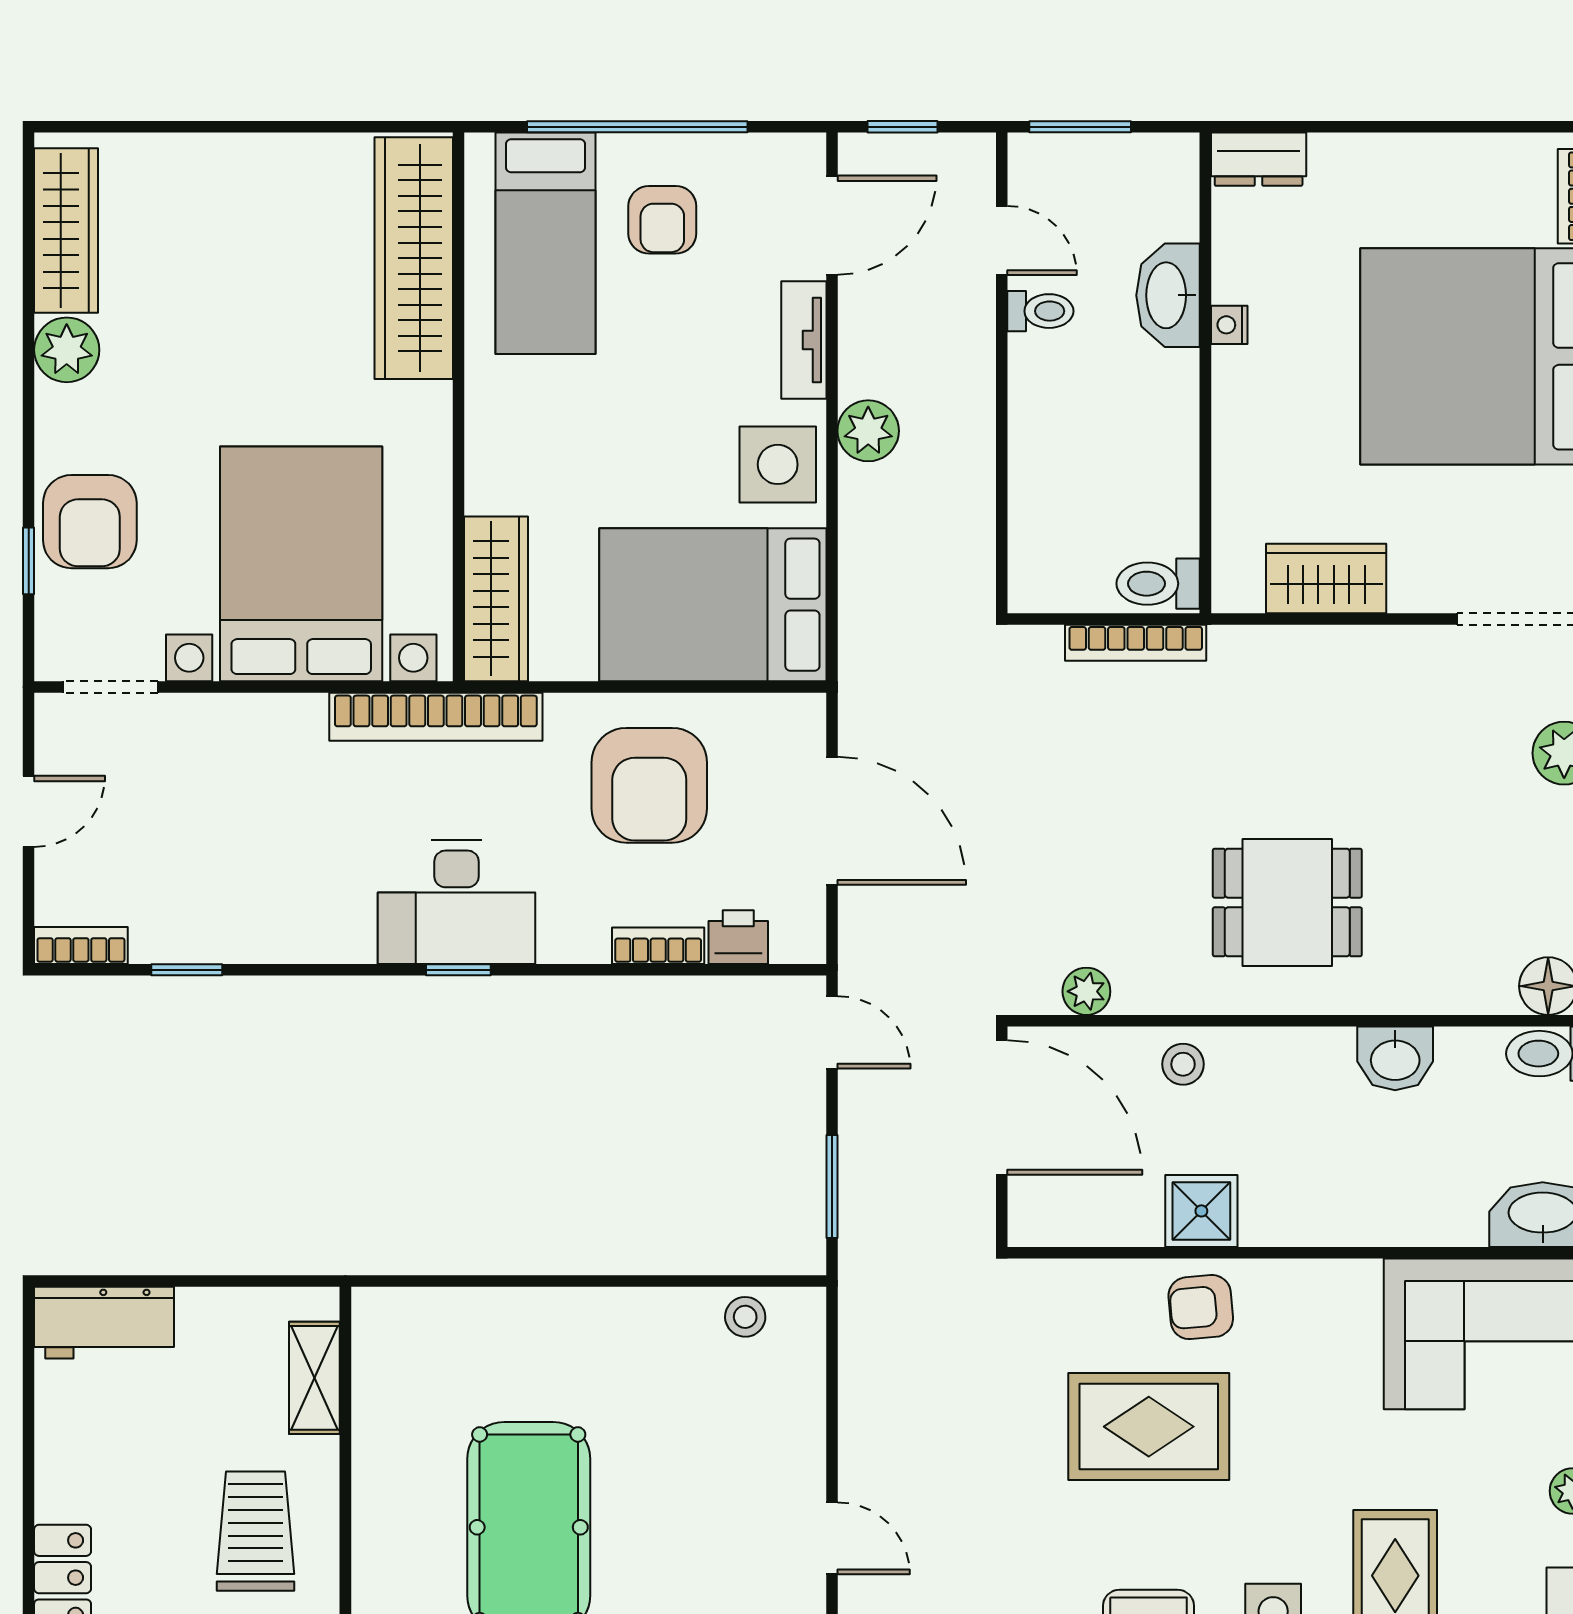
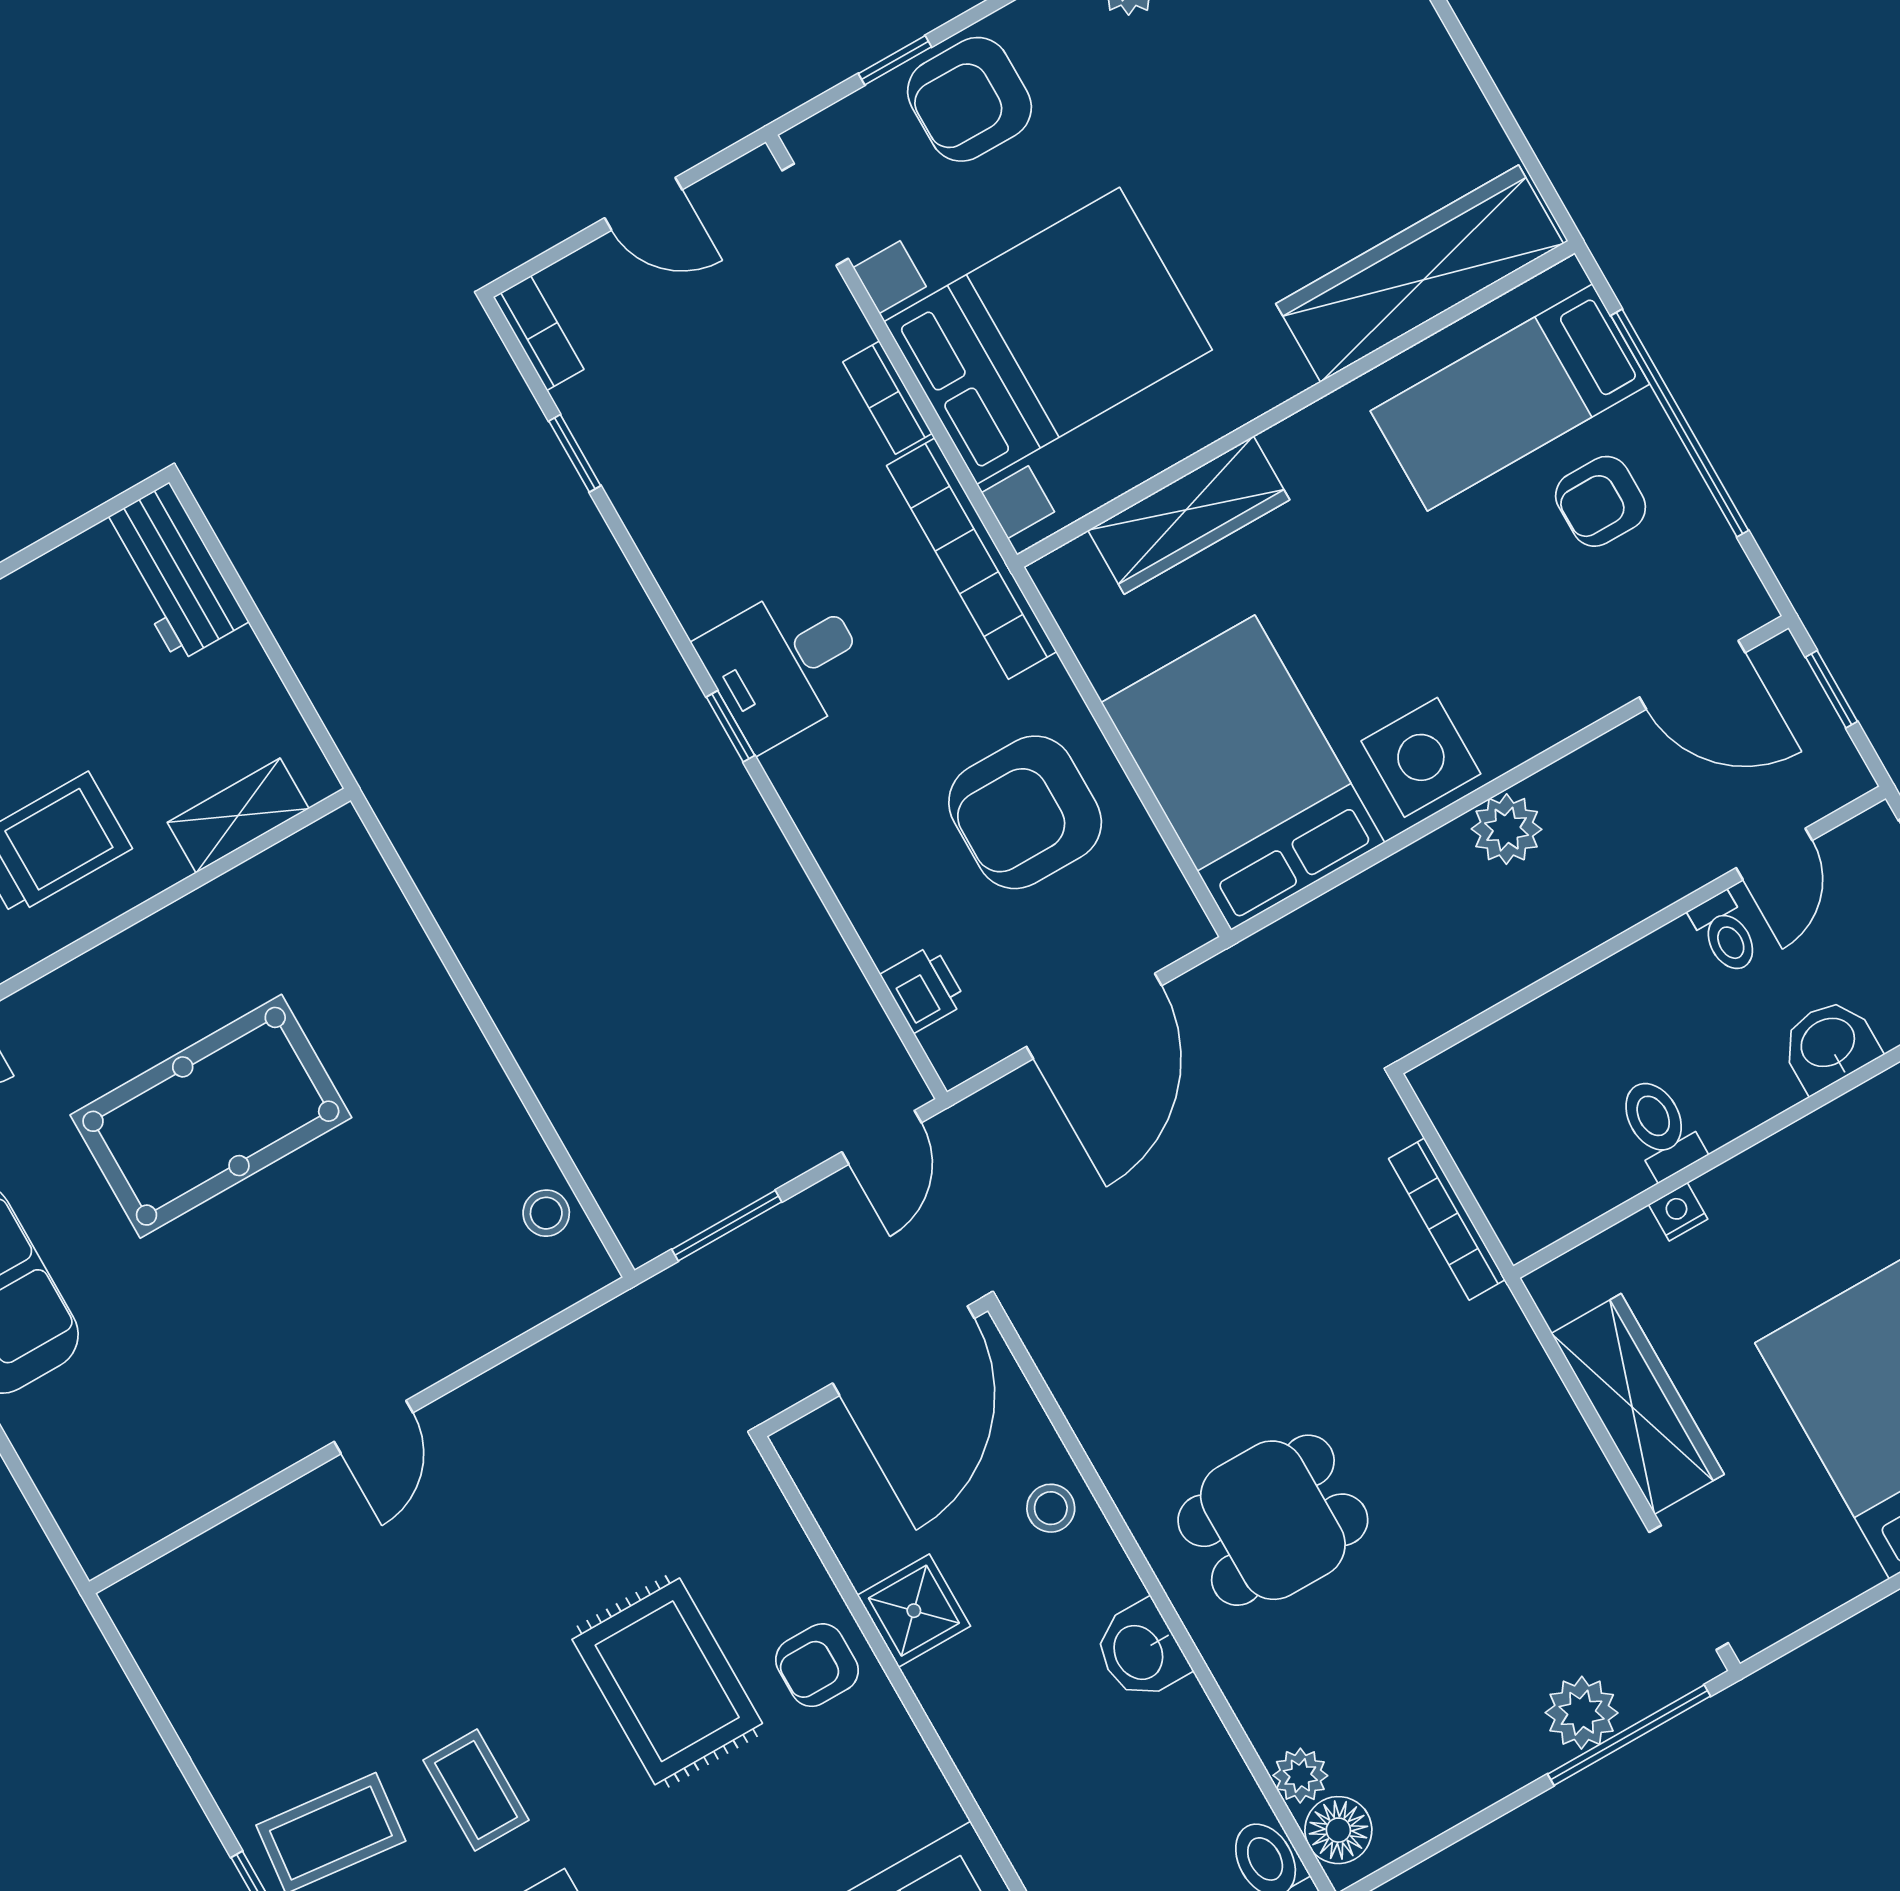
washbasin: (1168, 295) -> (1829, 1044), width x0.72
nightstand: (1229, 325) -> (1678, 1212), moved
tv unit: (804, 340) -> (1561, 712), removed
wardrobe: (1326, 579) -> (1638, 1404), width x1.50
toilet: (1158, 584) -> (1660, 1128), moved
wardrobe: (496, 599) -> (1189, 515), moved
desk: (457, 902) -> (785, 664), width x0.73
dining table: (1287, 903) -> (1273, 1520), turned 90
bookcase: (658, 946) -> (888, 398), moved, turned 180
plant: (1086, 991) -> (1300, 1776), moved
washbasin: (1395, 1058) -> (1140, 1651), moved
armchair: (1201, 1307) -> (817, 1665), turned -85

